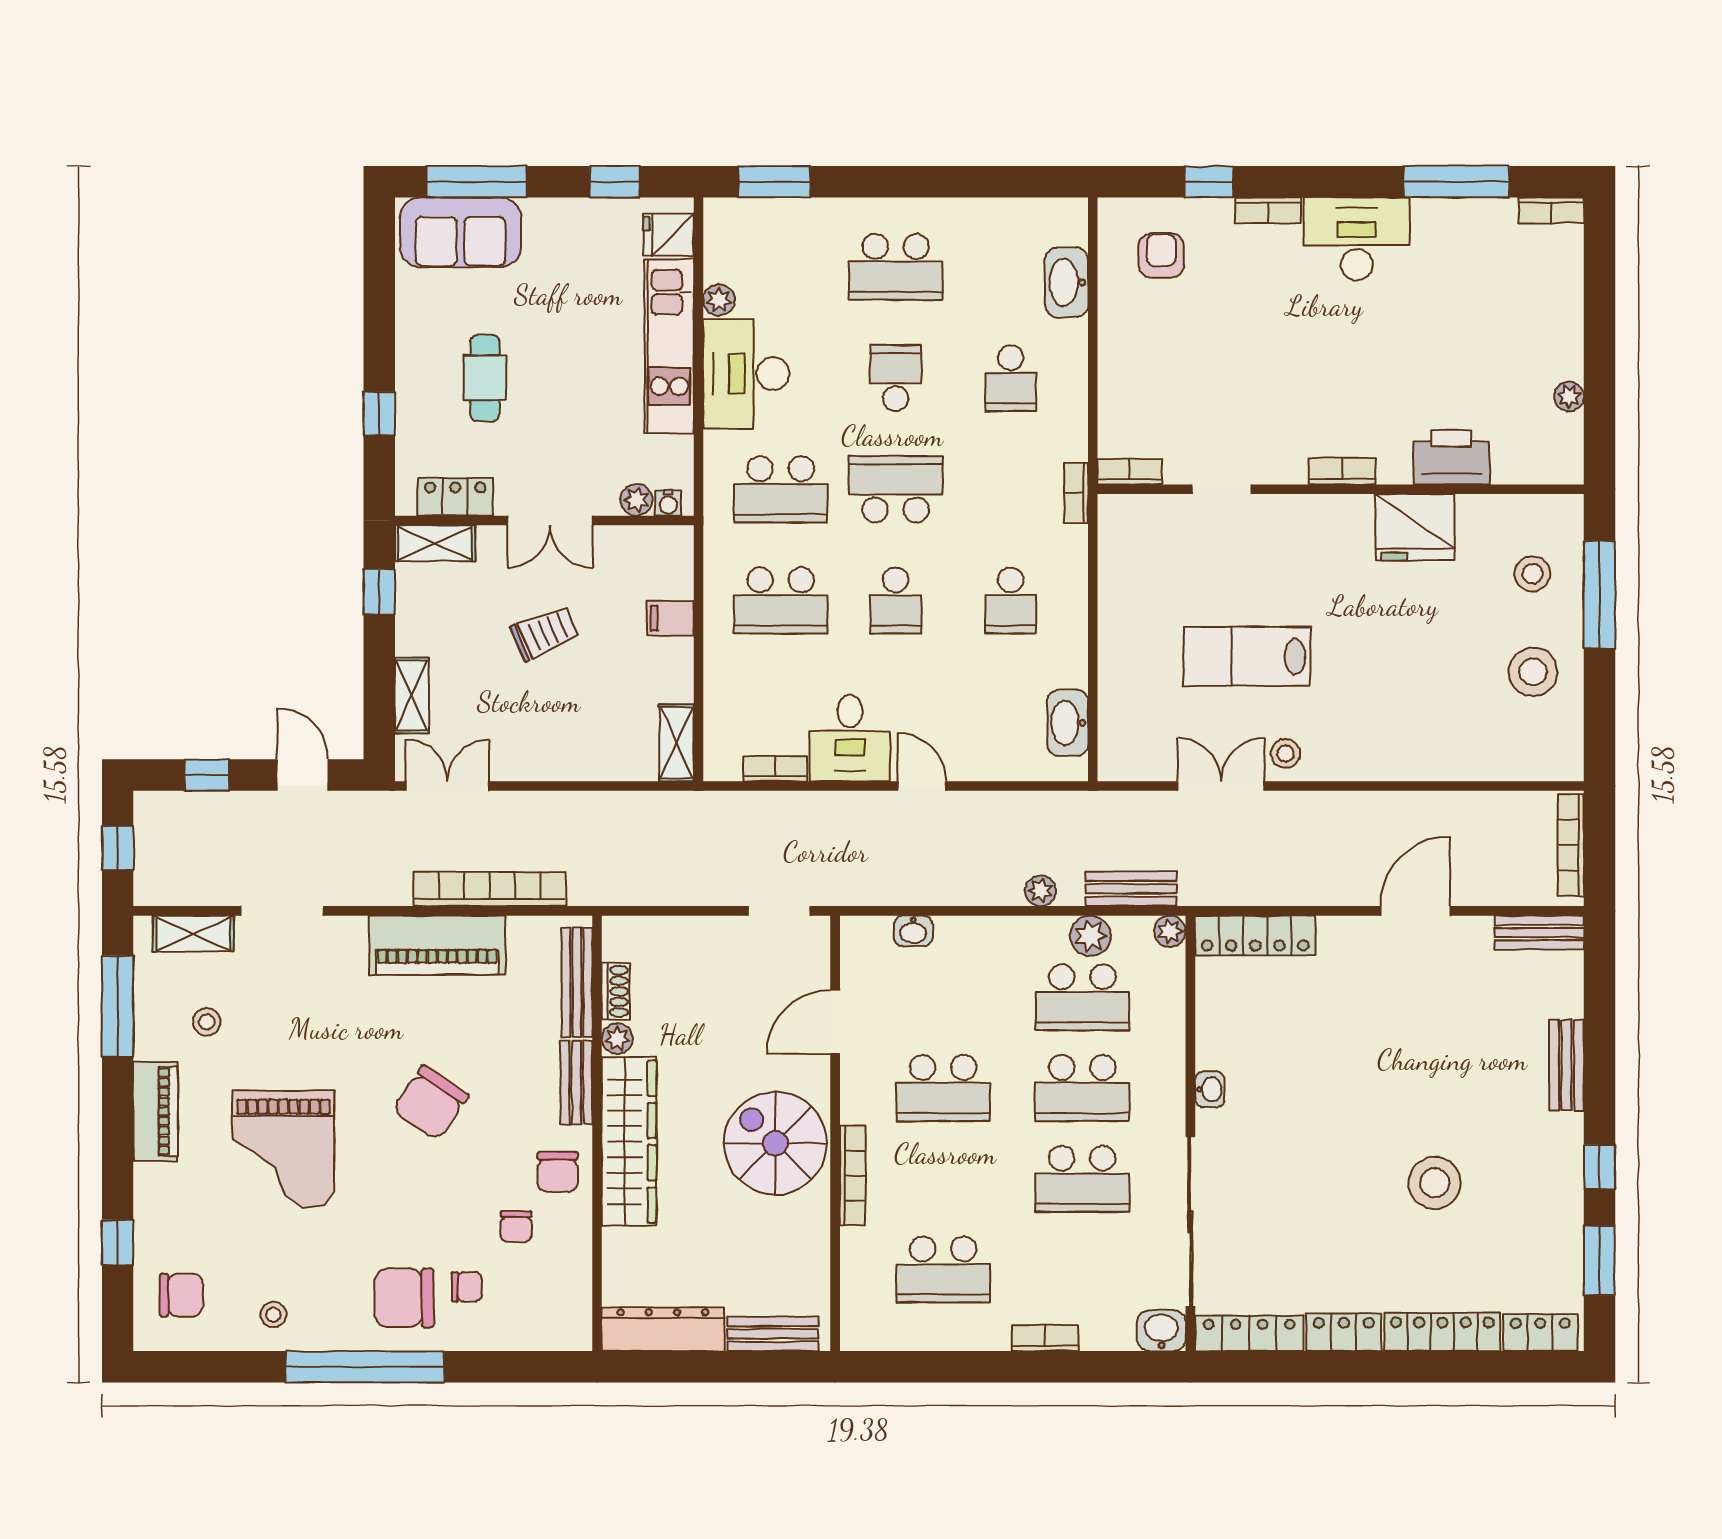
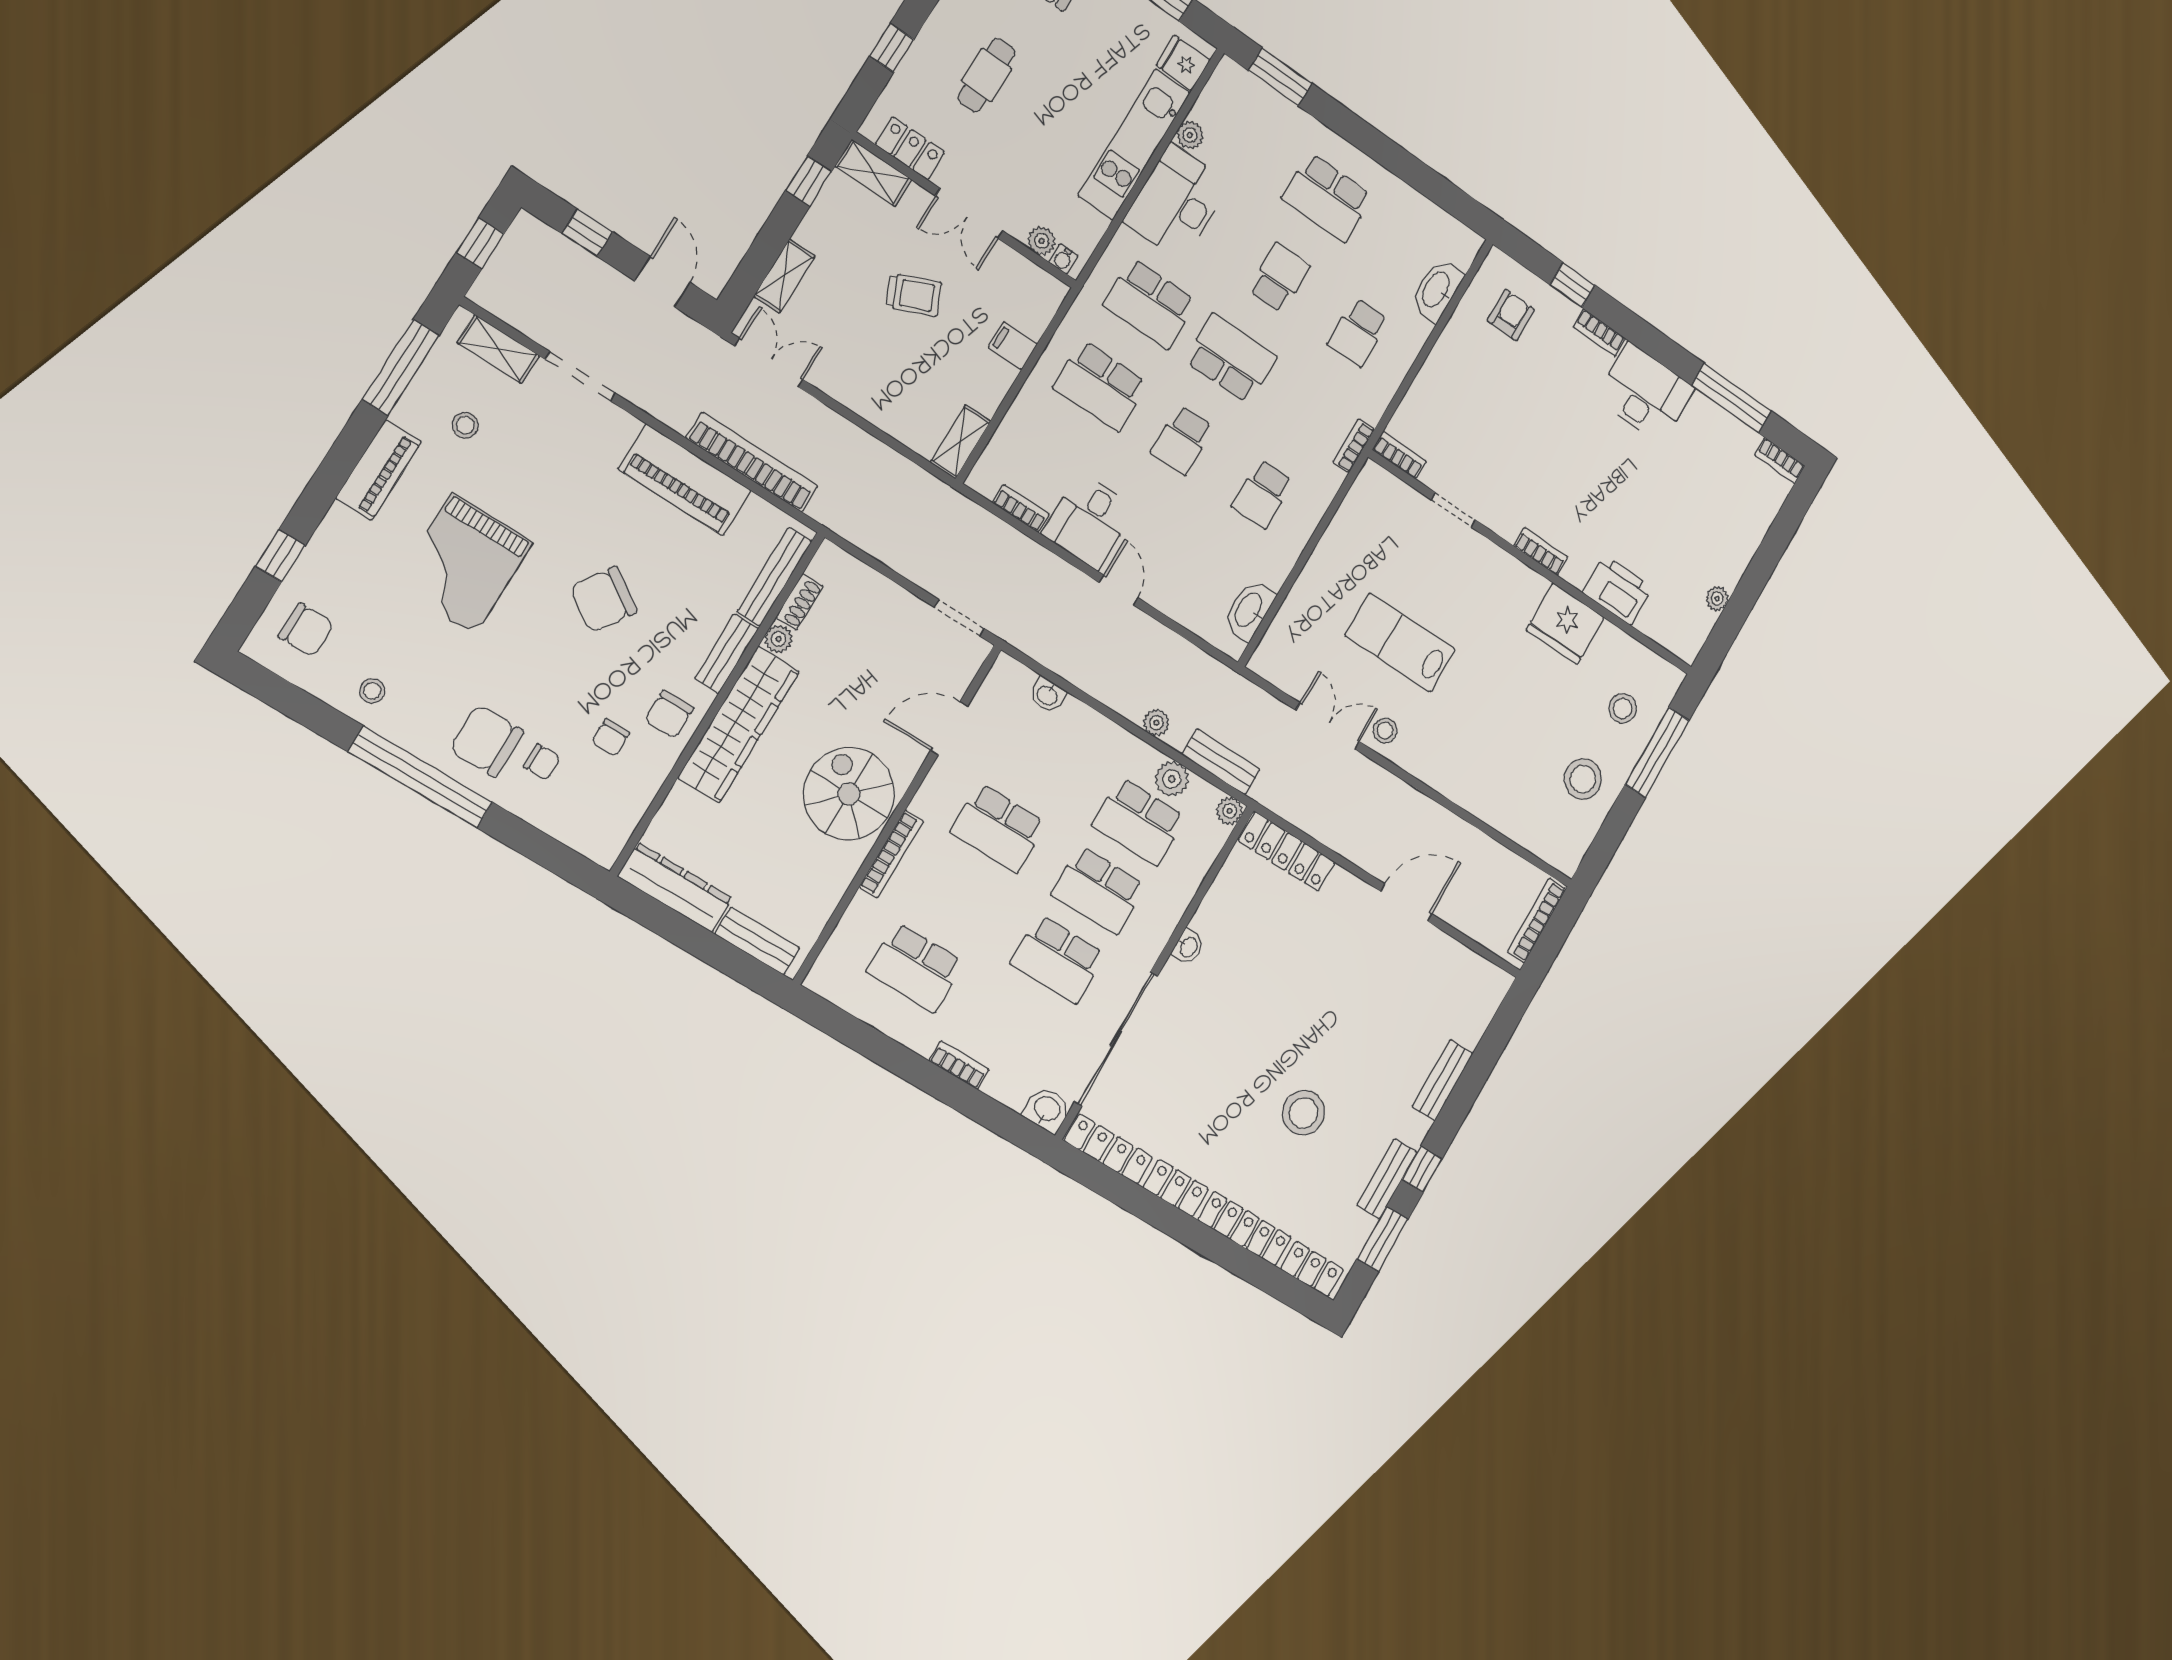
bench: (1539, 933) -> (1387, 1179), moved, turned 90

